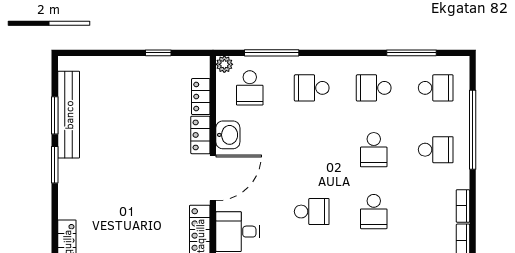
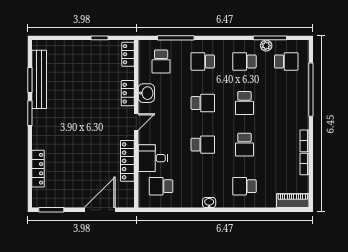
plant: (224, 64) -> (266, 46), moved
locker: (201, 97) -> (128, 54), moved
school desk: (436, 150) -> (203, 103), moved
door: (213, 178) -> (136, 122), width x0.53

